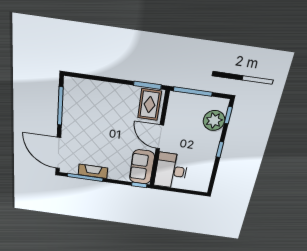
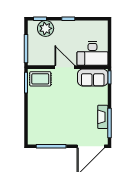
door: (160, 137) -> (65, 67), swing flipped

